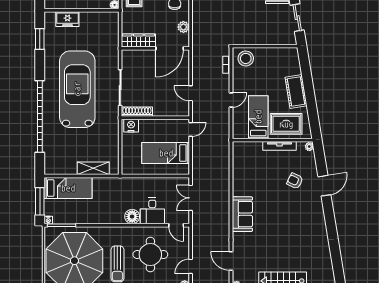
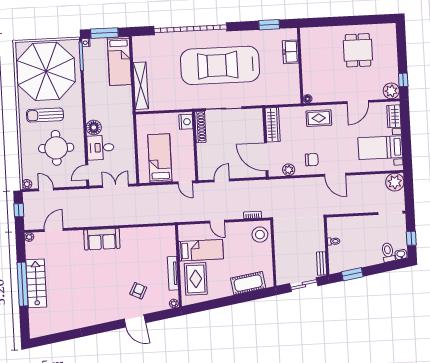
car: (77, 89) -> (220, 65), turned 180
cot: (296, 91) -> (248, 283), moved
shelving: (93, 168) -> (141, 86), width x1.47

